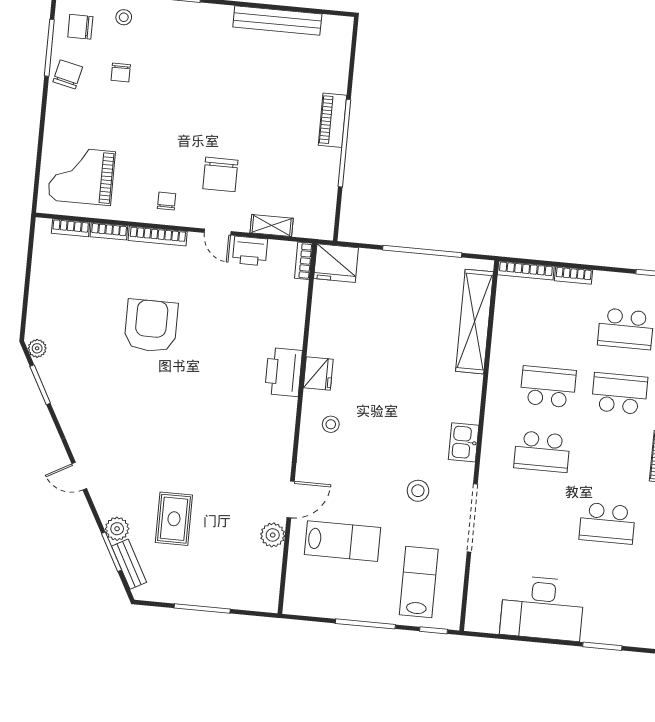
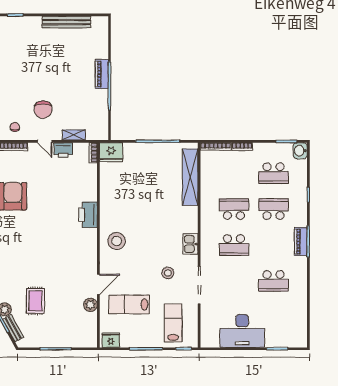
fridge: (318, 373) -> (111, 340), moved, turned -90
stool: (331, 424) -> (117, 241), width x1.89, depth x1.89
lab bench: (342, 541) -> (129, 304), turned 180

